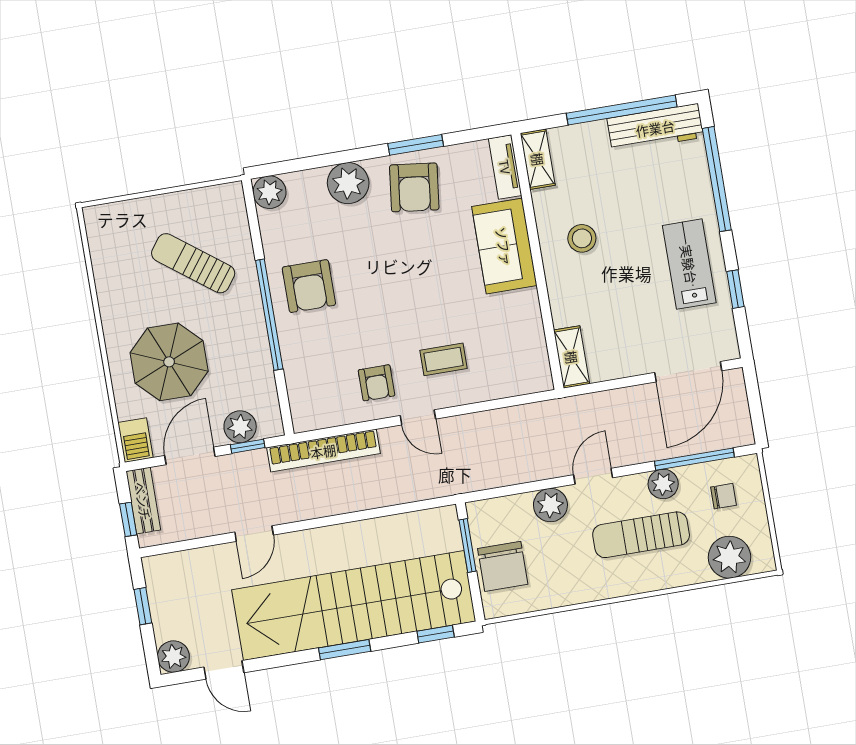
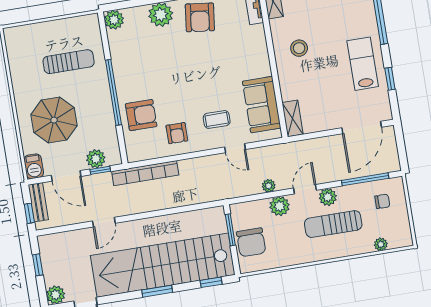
sofa: (504, 246) -> (262, 105), moved
sun lounger: (193, 263) -> (69, 62), turned 143
armchair: (309, 286) -> (141, 115), moved, turned -90
door: (418, 417) -> (235, 148), moved
door: (190, 456) -> (66, 176), swing flipped
plant: (532, 471) -> (269, 186), added
plant: (663, 484) -> (328, 197), moved
plant: (729, 557) -> (381, 244), width x0.53, depth x0.53

